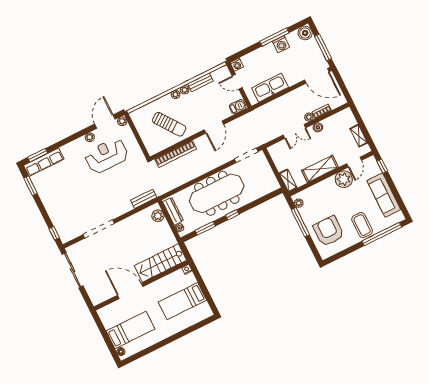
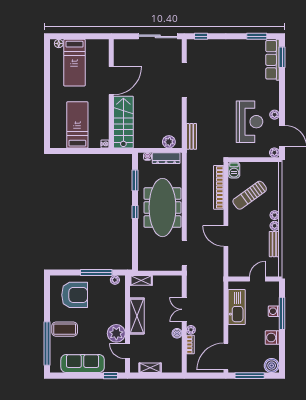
window: (274, 37) -> (282, 313), moved
washing machine: (237, 65) -> (274, 311), moved
barbecue: (238, 107) -> (234, 170), moved

